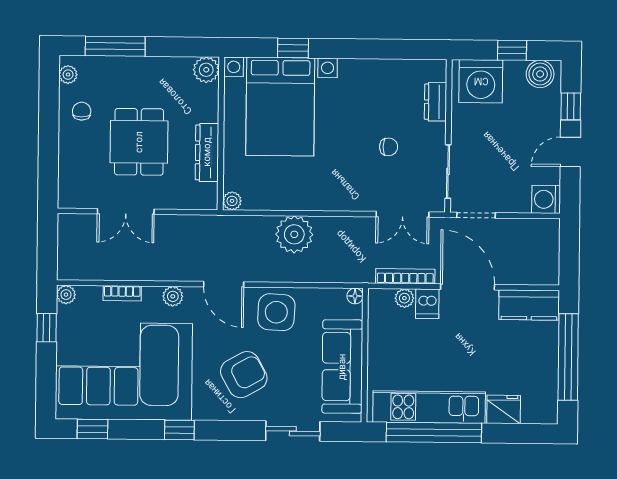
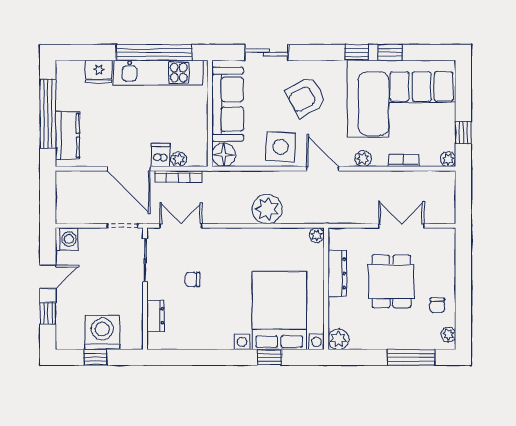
boiler: (540, 74) -> (73, 339), removed
washing machine: (481, 81) -> (102, 333), moved
floor lamp: (355, 296) -> (224, 155), width x1.89, depth x1.89
kitchen counter: (529, 305) -> (67, 135), moved, turned 90
window: (92, 429) -> (390, 52), moved

